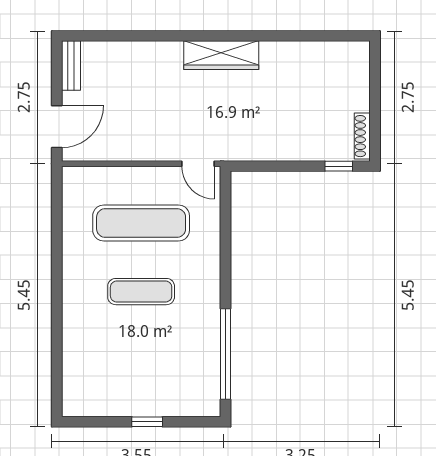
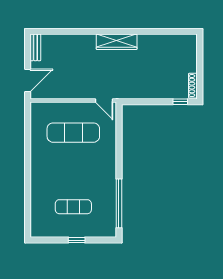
exercise mat: (141, 292) -> (73, 207), moved

